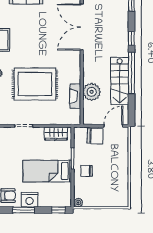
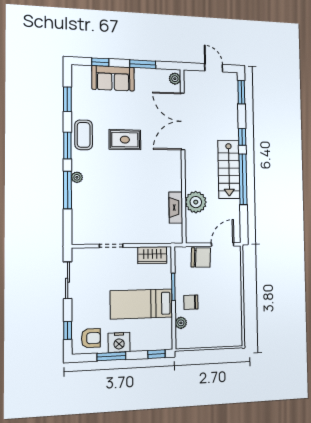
stairs: (120, 81) -> (229, 169), moved
rug: (35, 84) -> (125, 140), moved, width x0.54, depth x0.49
plant: (78, 203) -> (181, 323), moved

